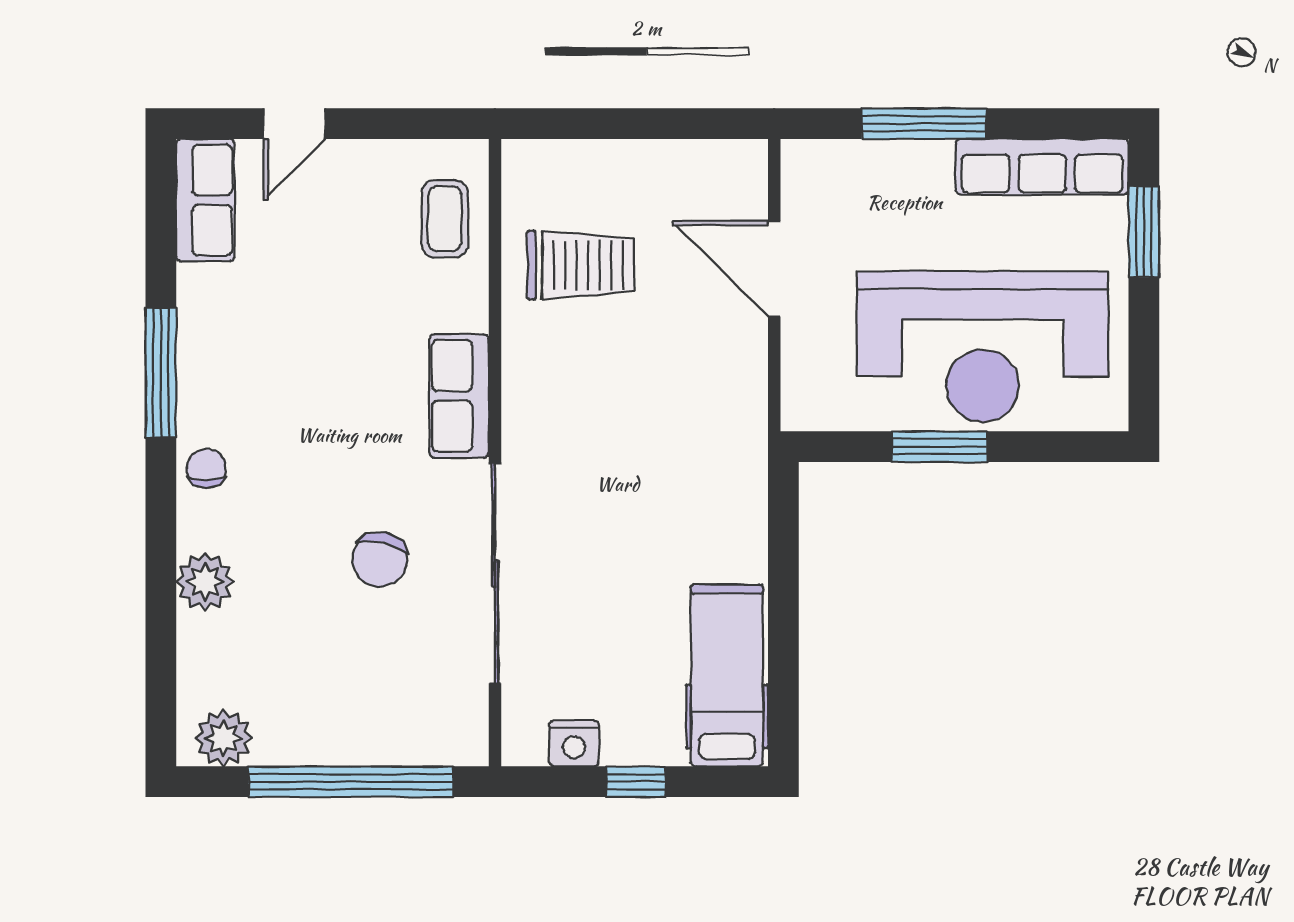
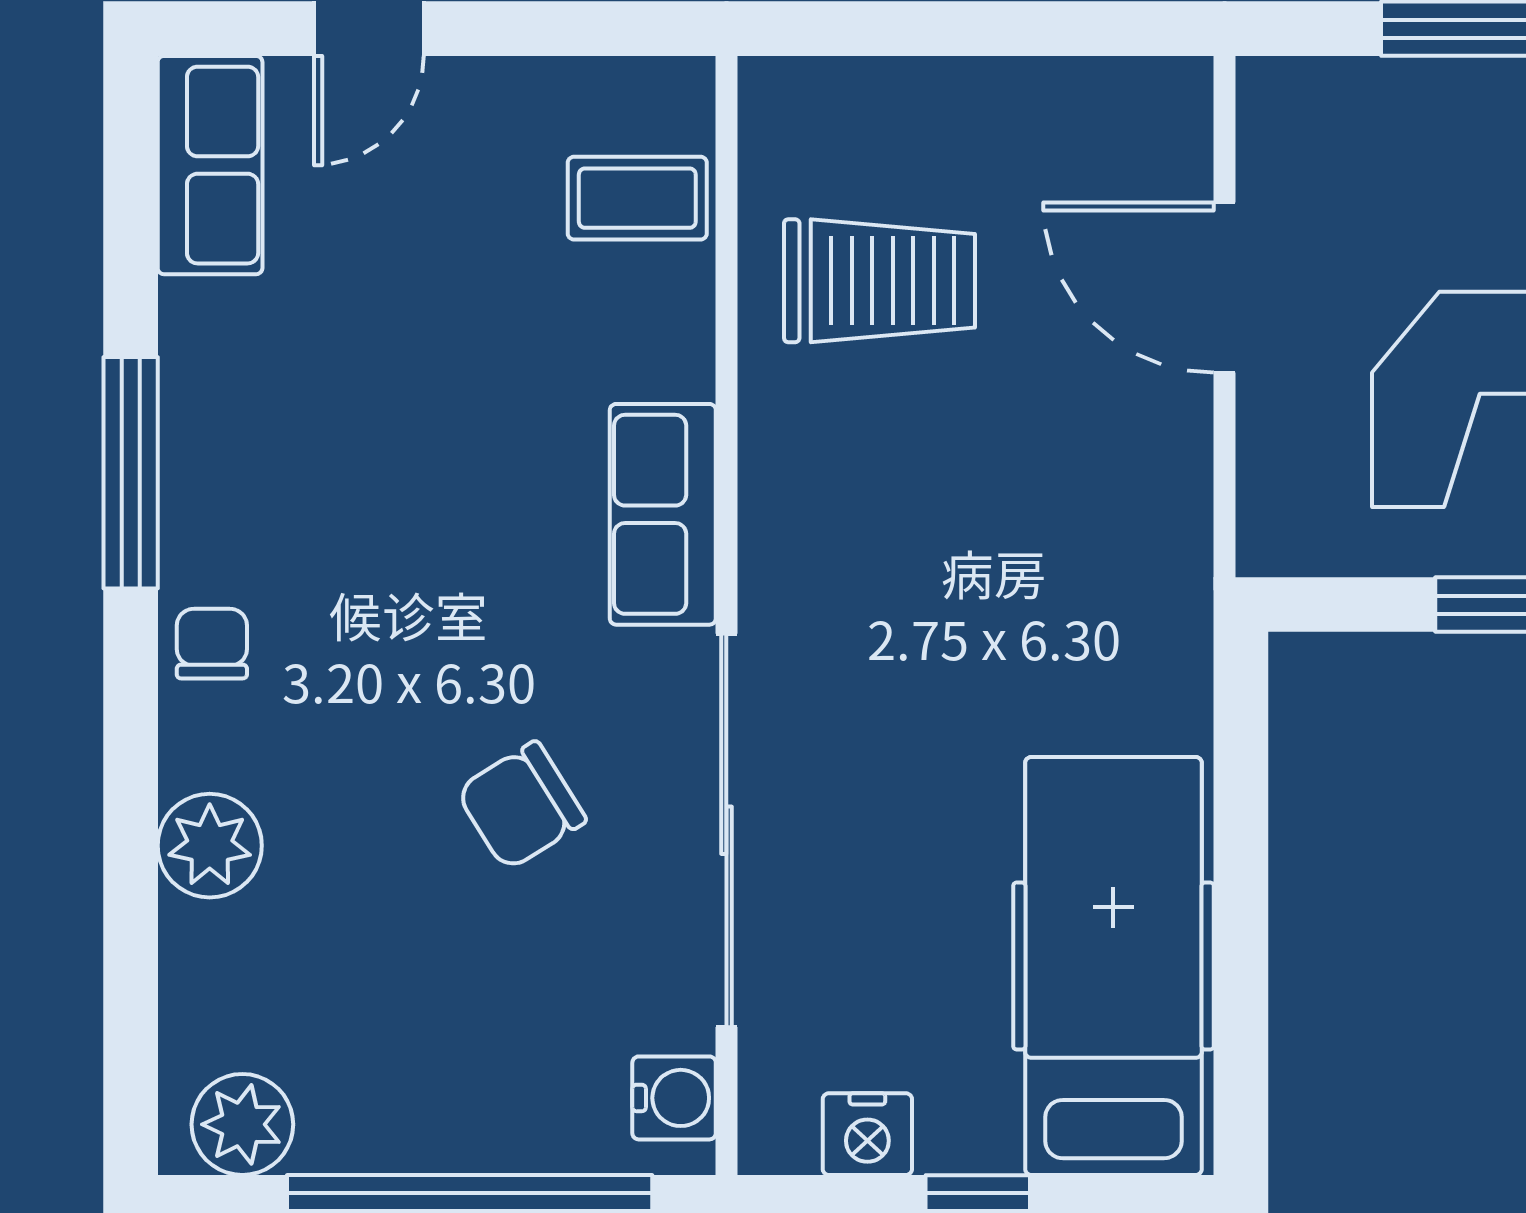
coffee table: (445, 219) -> (637, 198), turned 90
chair: (380, 559) -> (521, 806), turned 46
hospital bed: (727, 676) -> (1113, 966), width x1.37, depth x1.29
water cooler: (466, 723) -> (674, 1098), added

